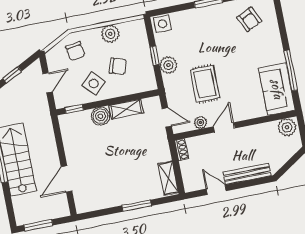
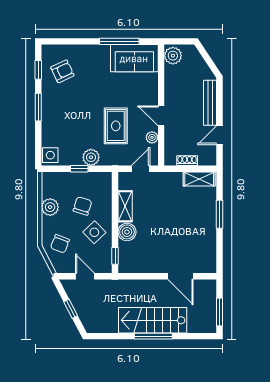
chair: (75, 51) -> (60, 244), turned 119
rug: (205, 84) -> (116, 126), turned 90
shoe rack: (182, 150) -> (187, 161), moved

